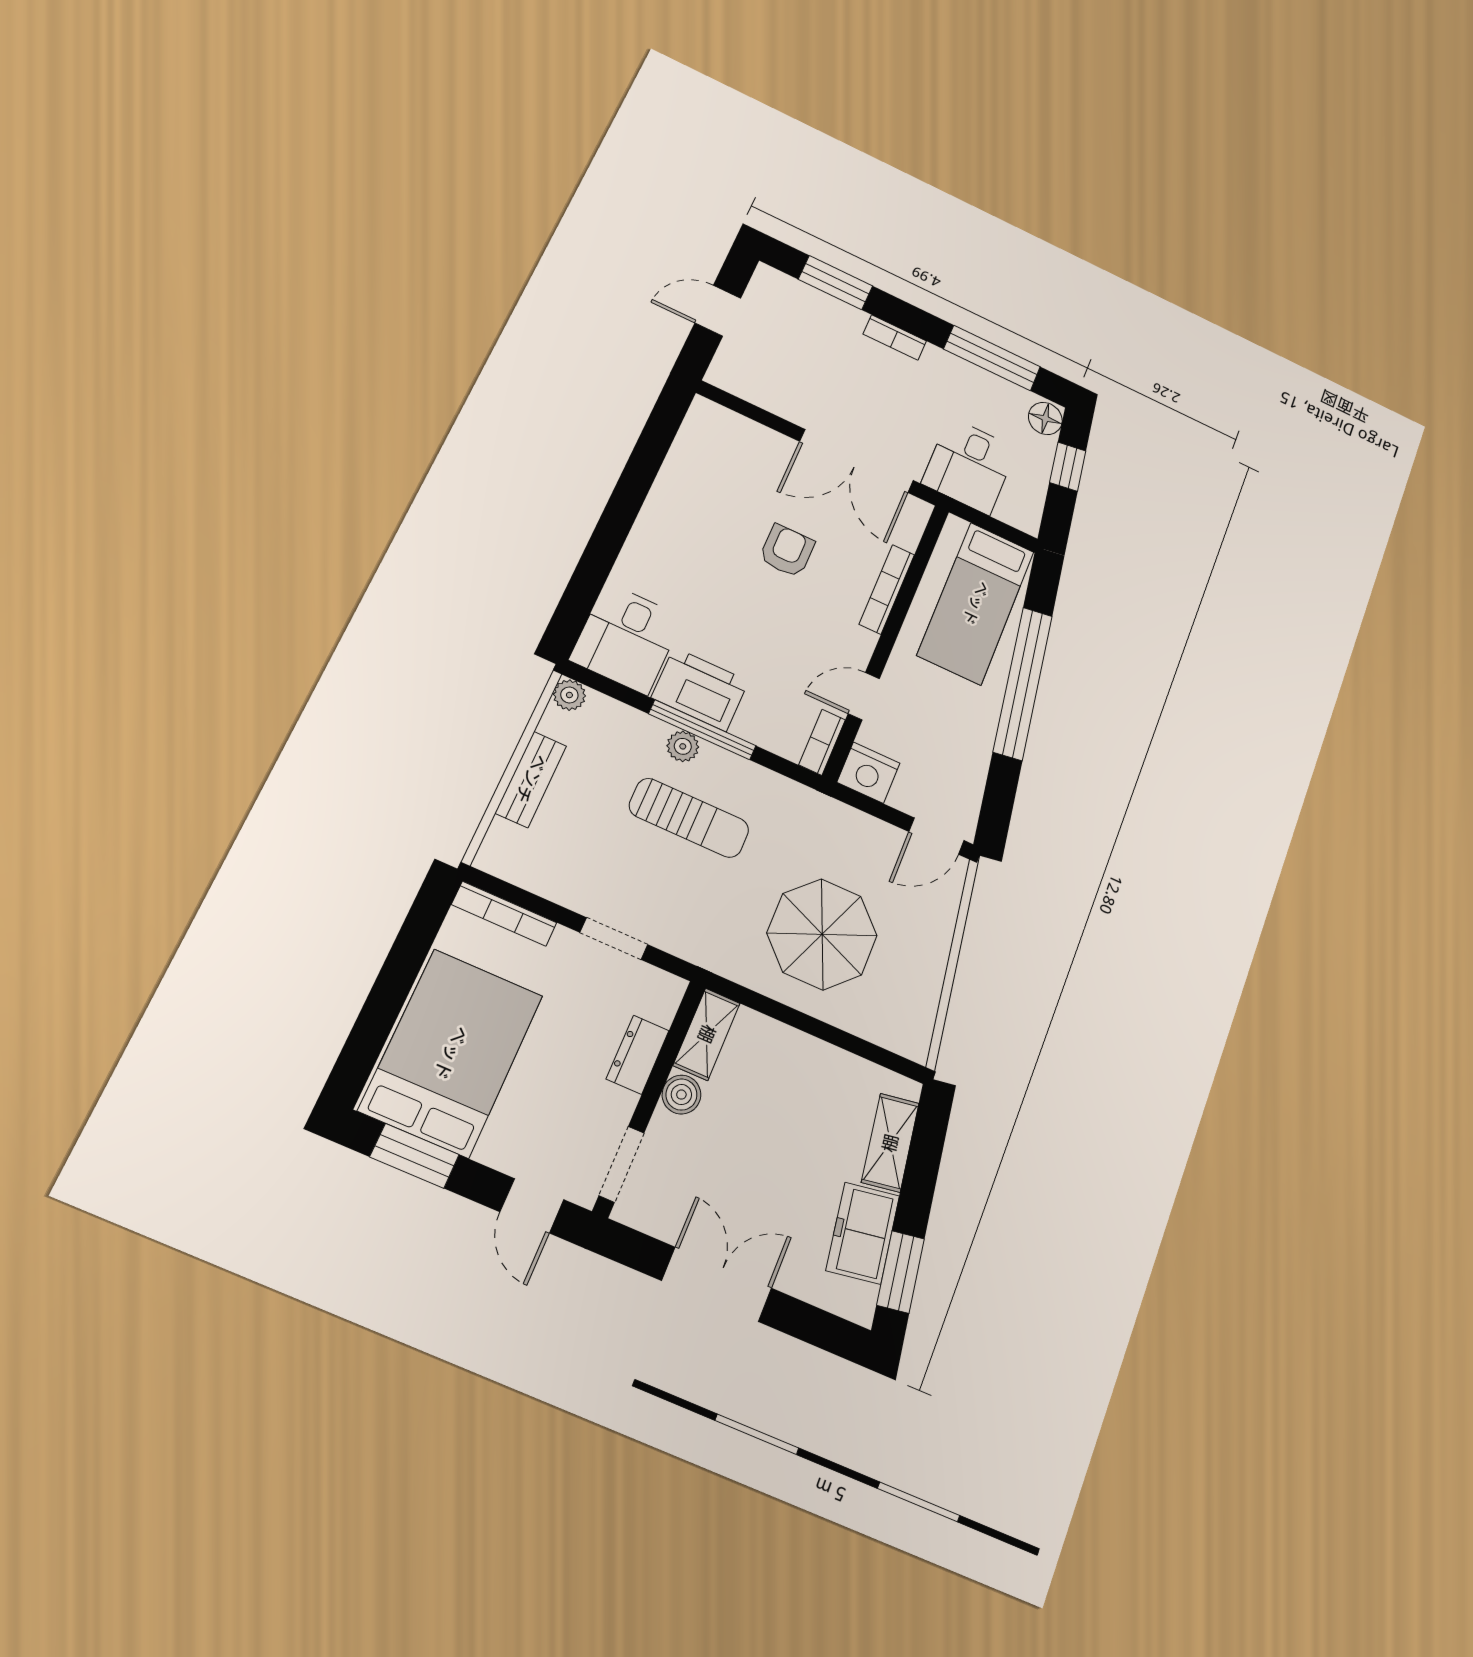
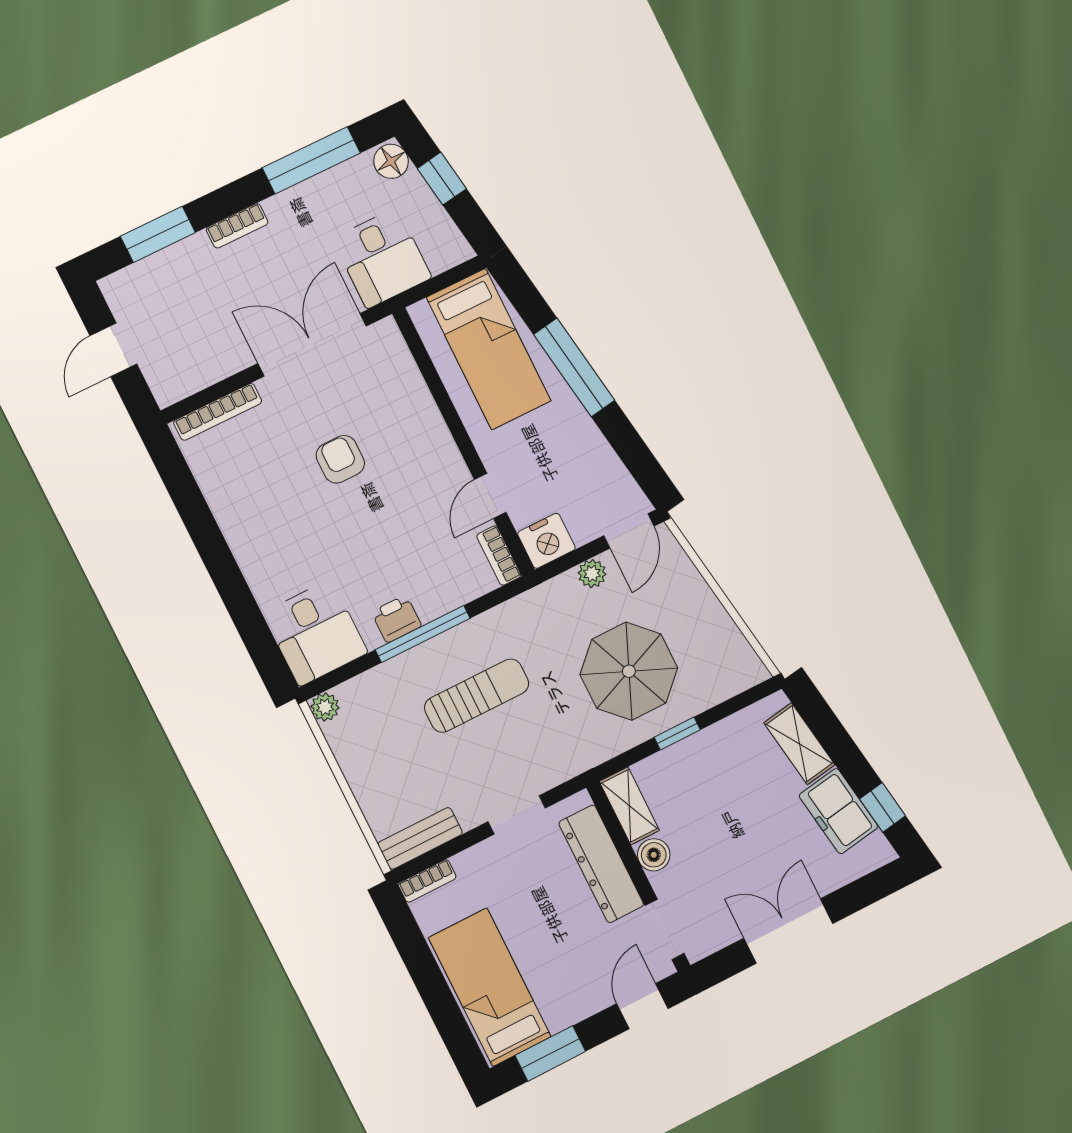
double door: (857, 461) -> (312, 345), swing flipped
bookcase: (887, 589) -> (218, 412), moved, turned -90
window: (1023, 683) -> (574, 367), width x0.68
printer: (700, 689) -> (396, 619), width x0.53, depth x0.68
plant: (683, 746) -> (592, 574), moved
bench: (531, 779) -> (420, 838), moved, turned 90
bookcase: (504, 914) -> (427, 881), width x0.64
window: (806, 1023) -> (677, 734), added
bed: (451, 1053) -> (490, 987), width x0.67
dresser: (638, 1055) -> (601, 864), width x1.96, depth x1.24
door: (532, 1206) -> (642, 1006), swing flipped
window: (901, 1272) -> (883, 807), width x0.67

